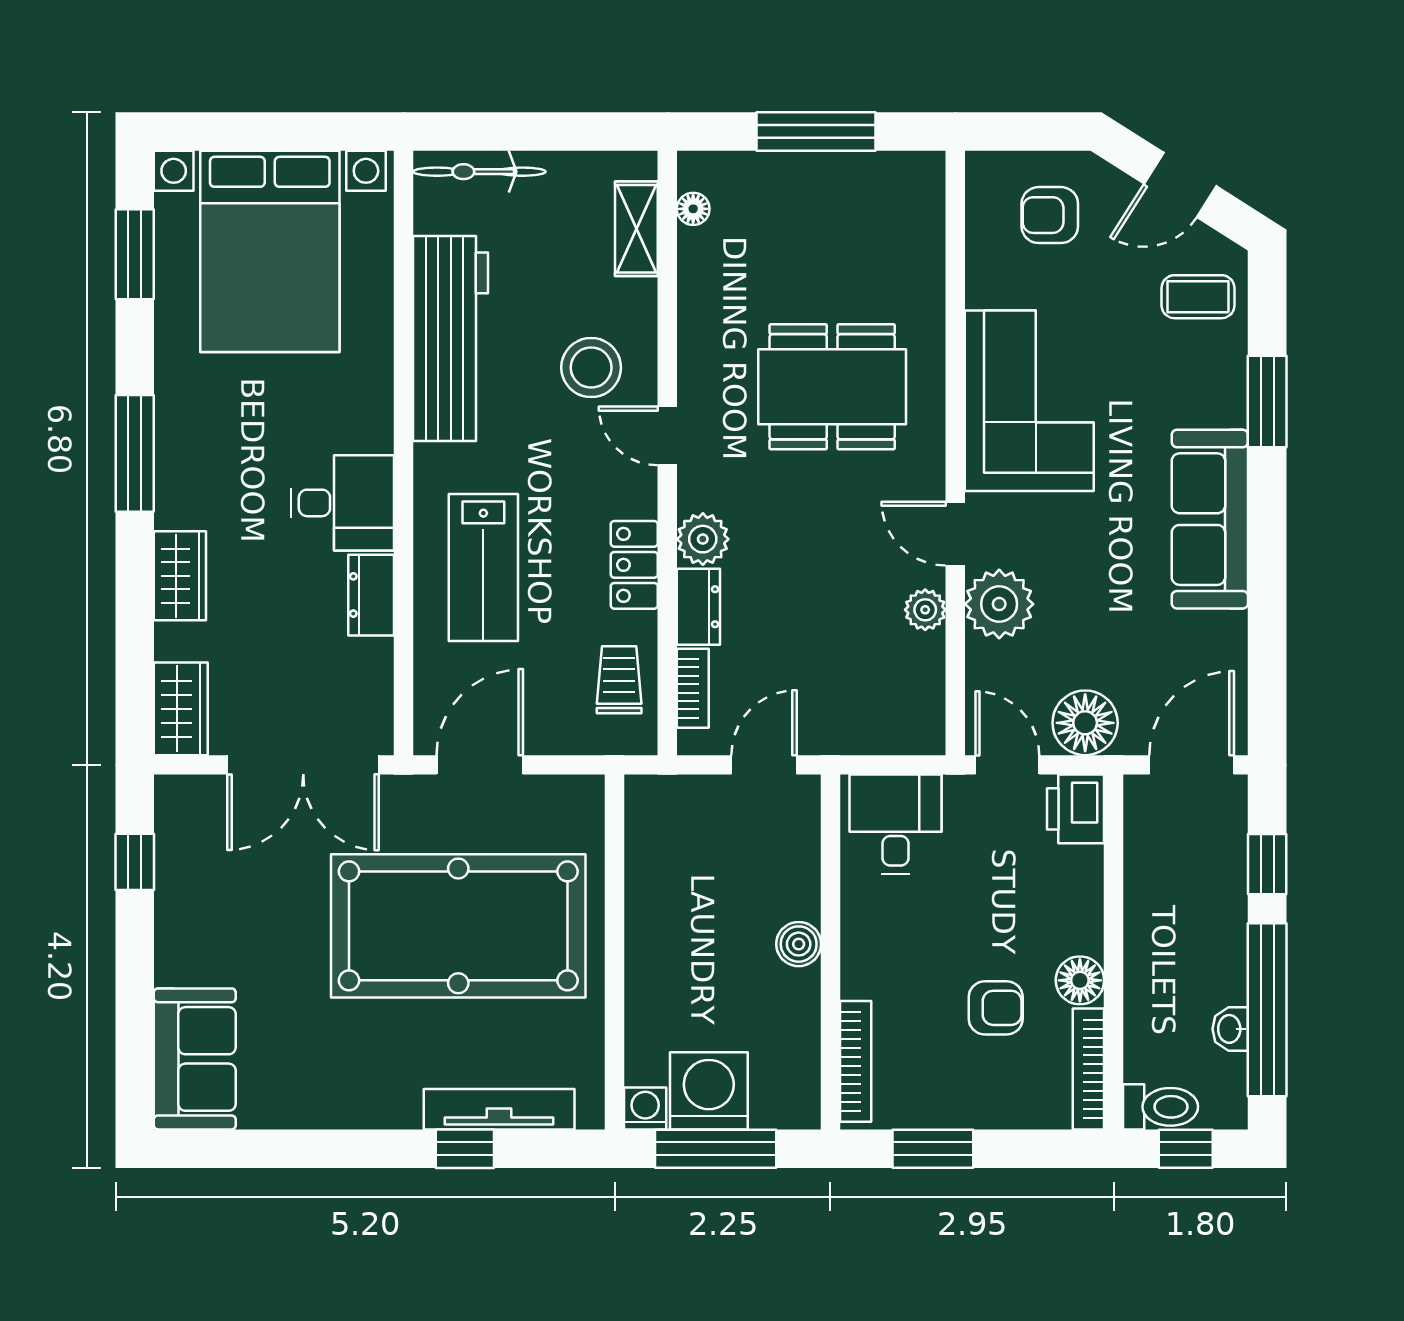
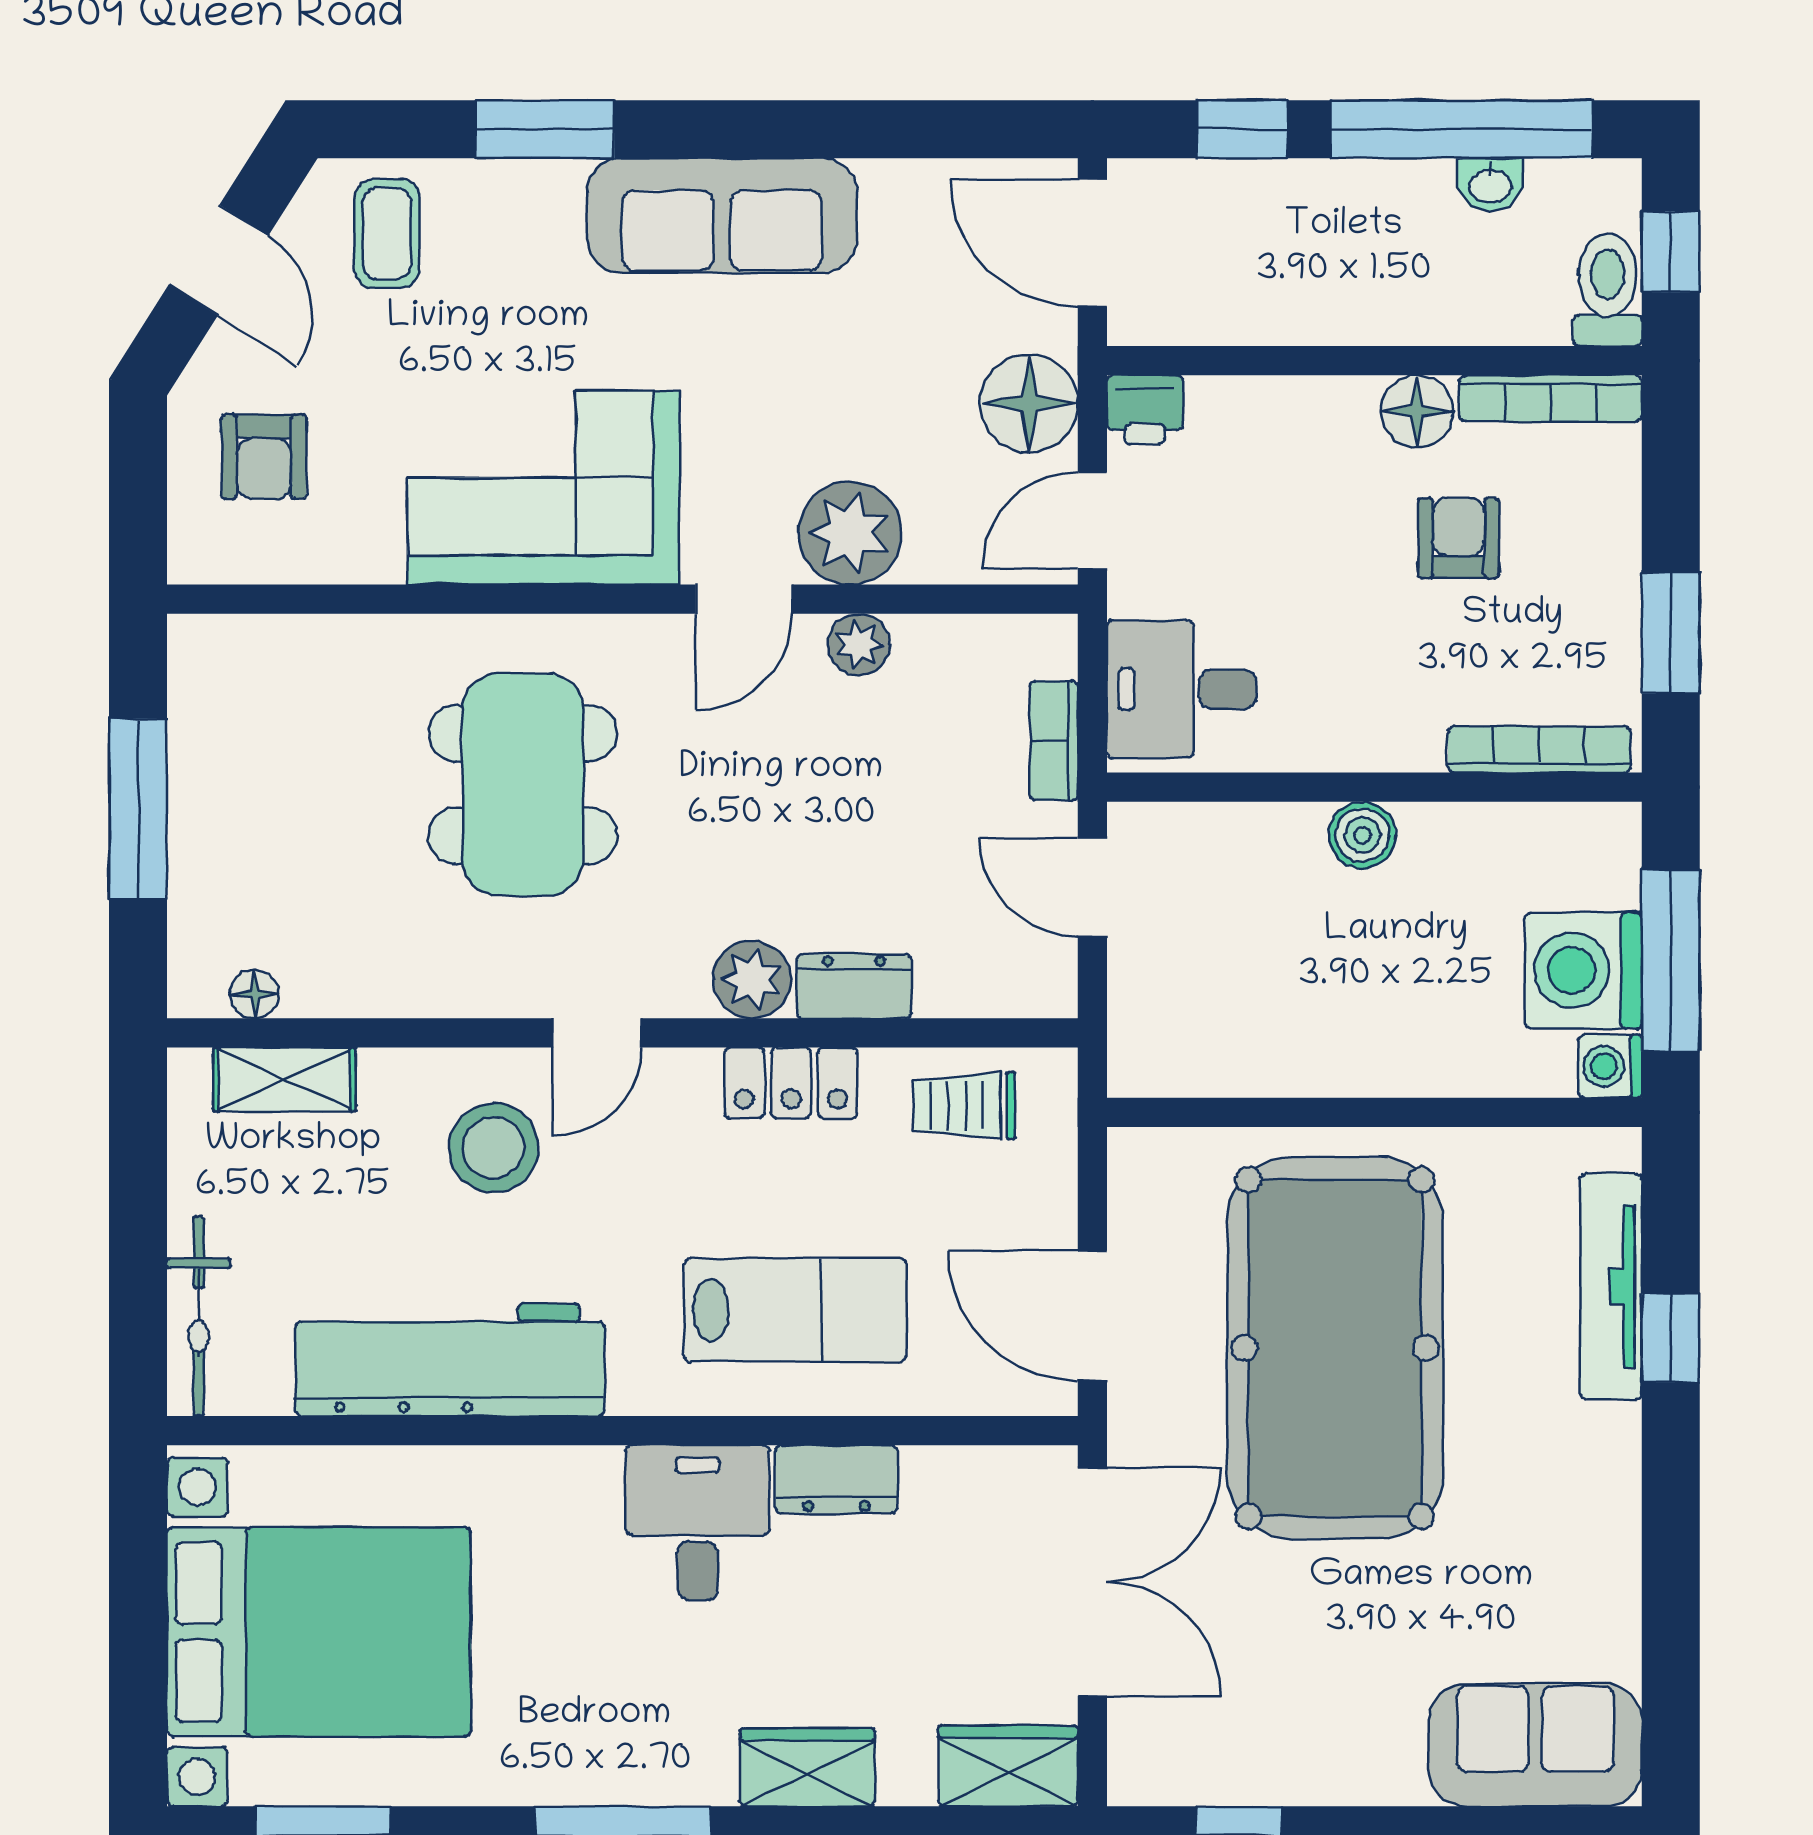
bookcase: (693, 688) -> (1054, 741), moved, turned -90
printer: (1076, 809) -> (1145, 410), width x0.73, depth x0.81

